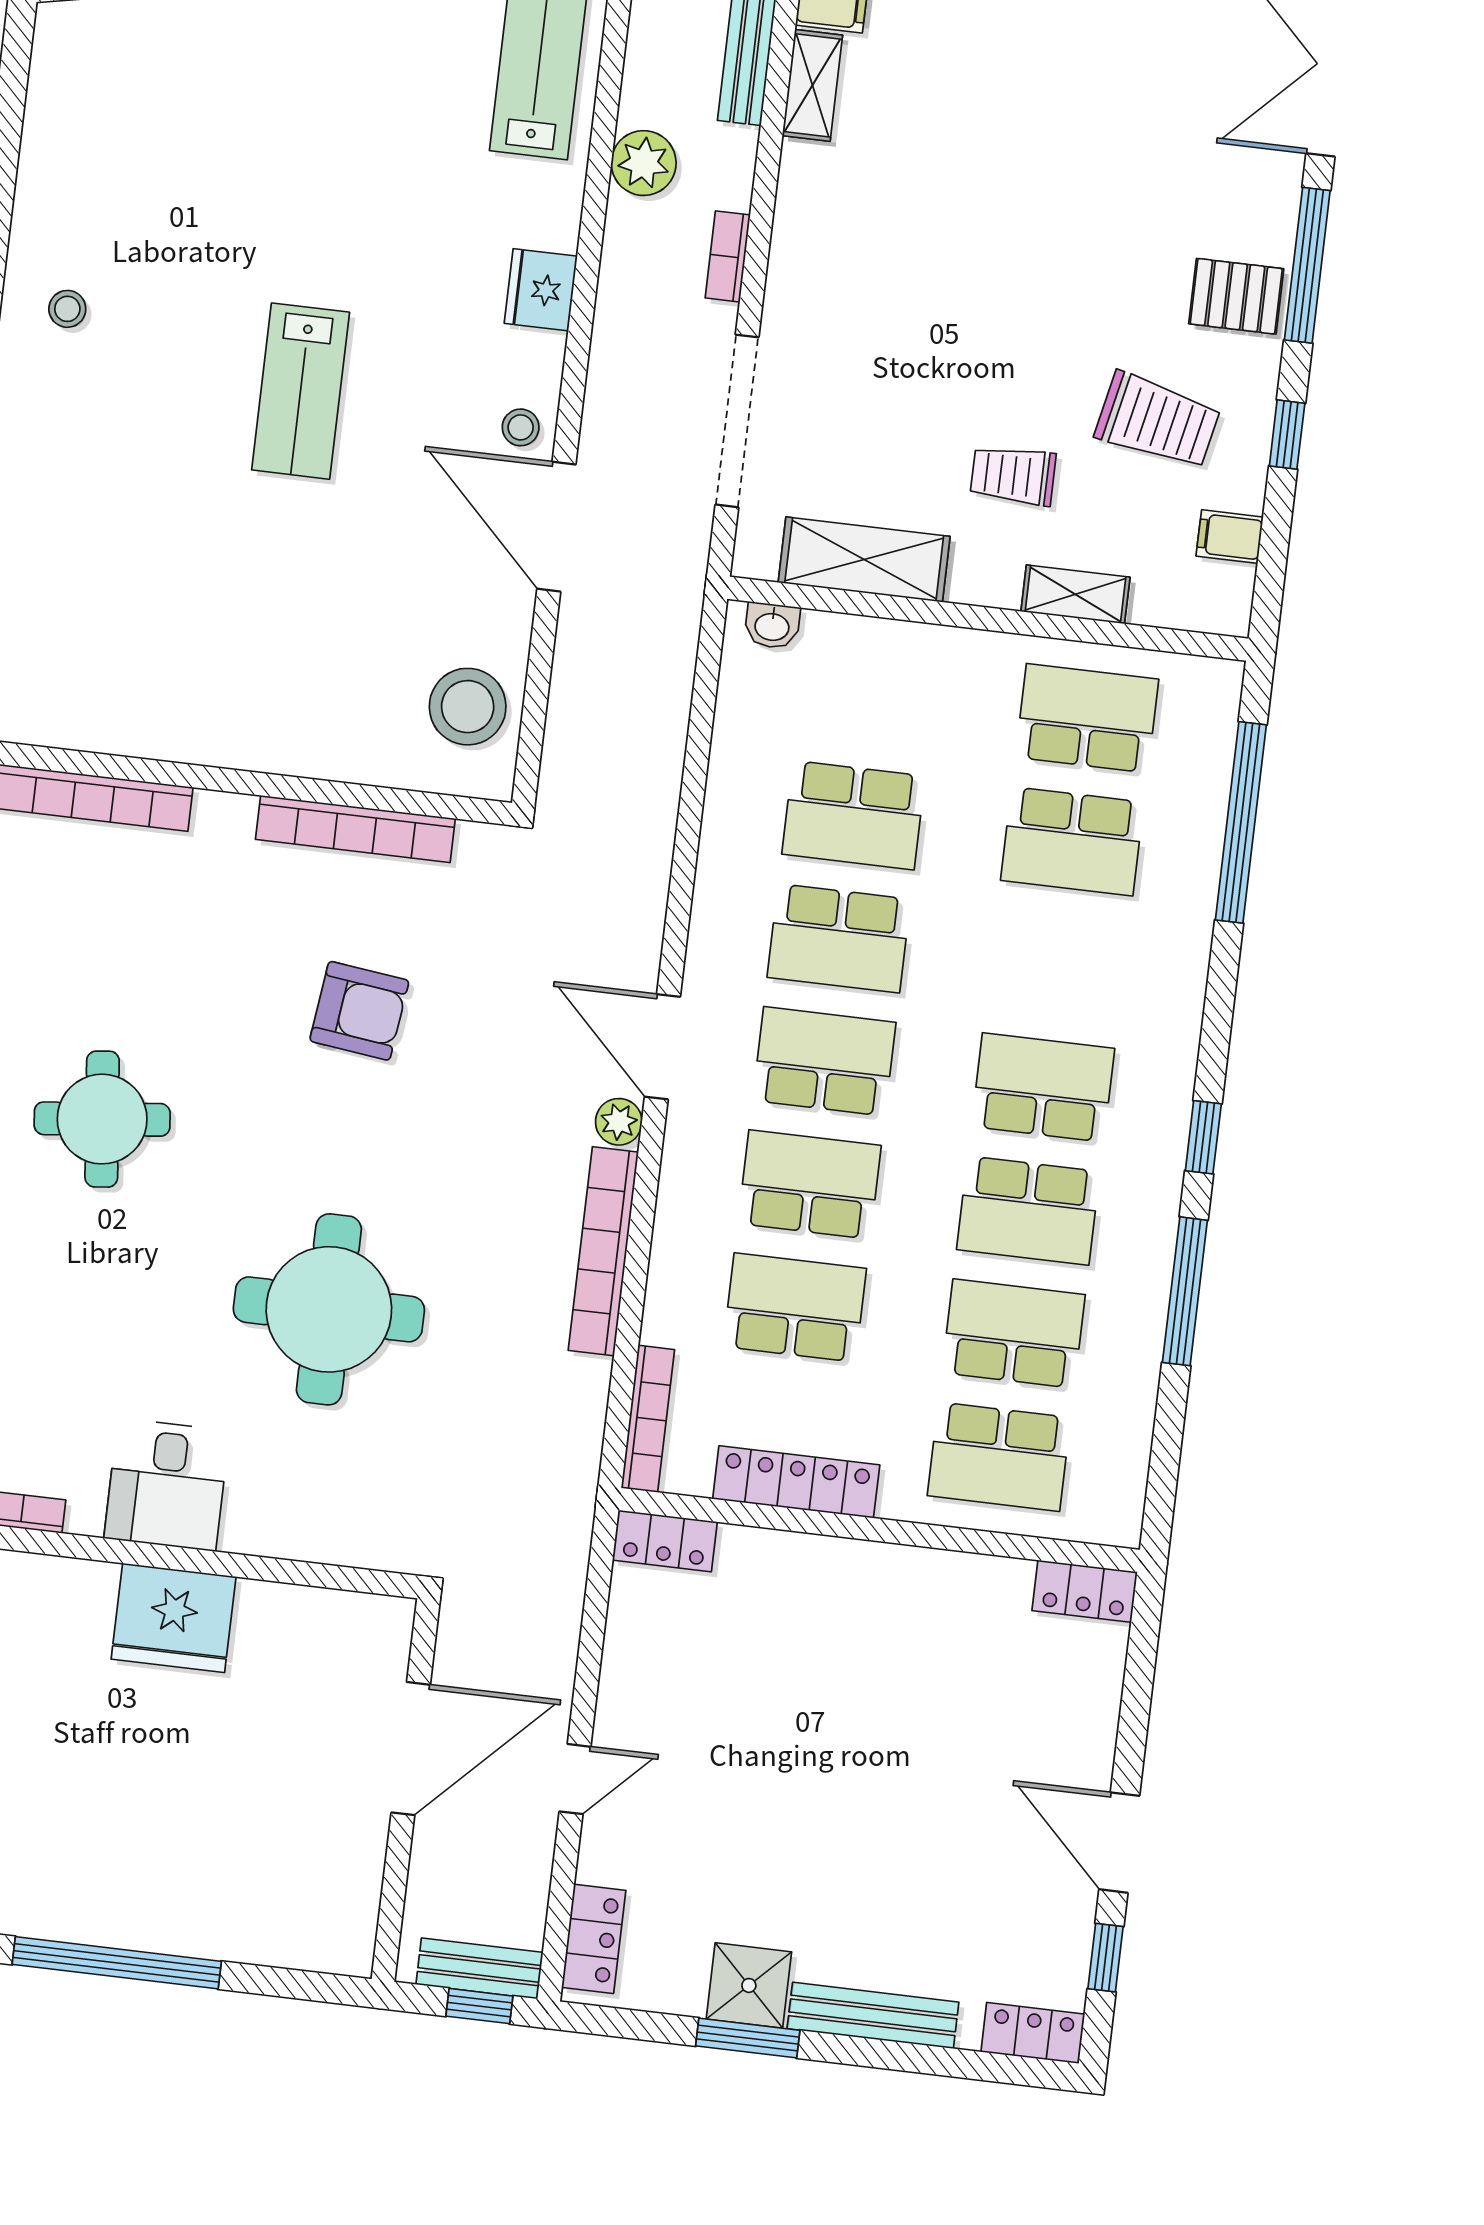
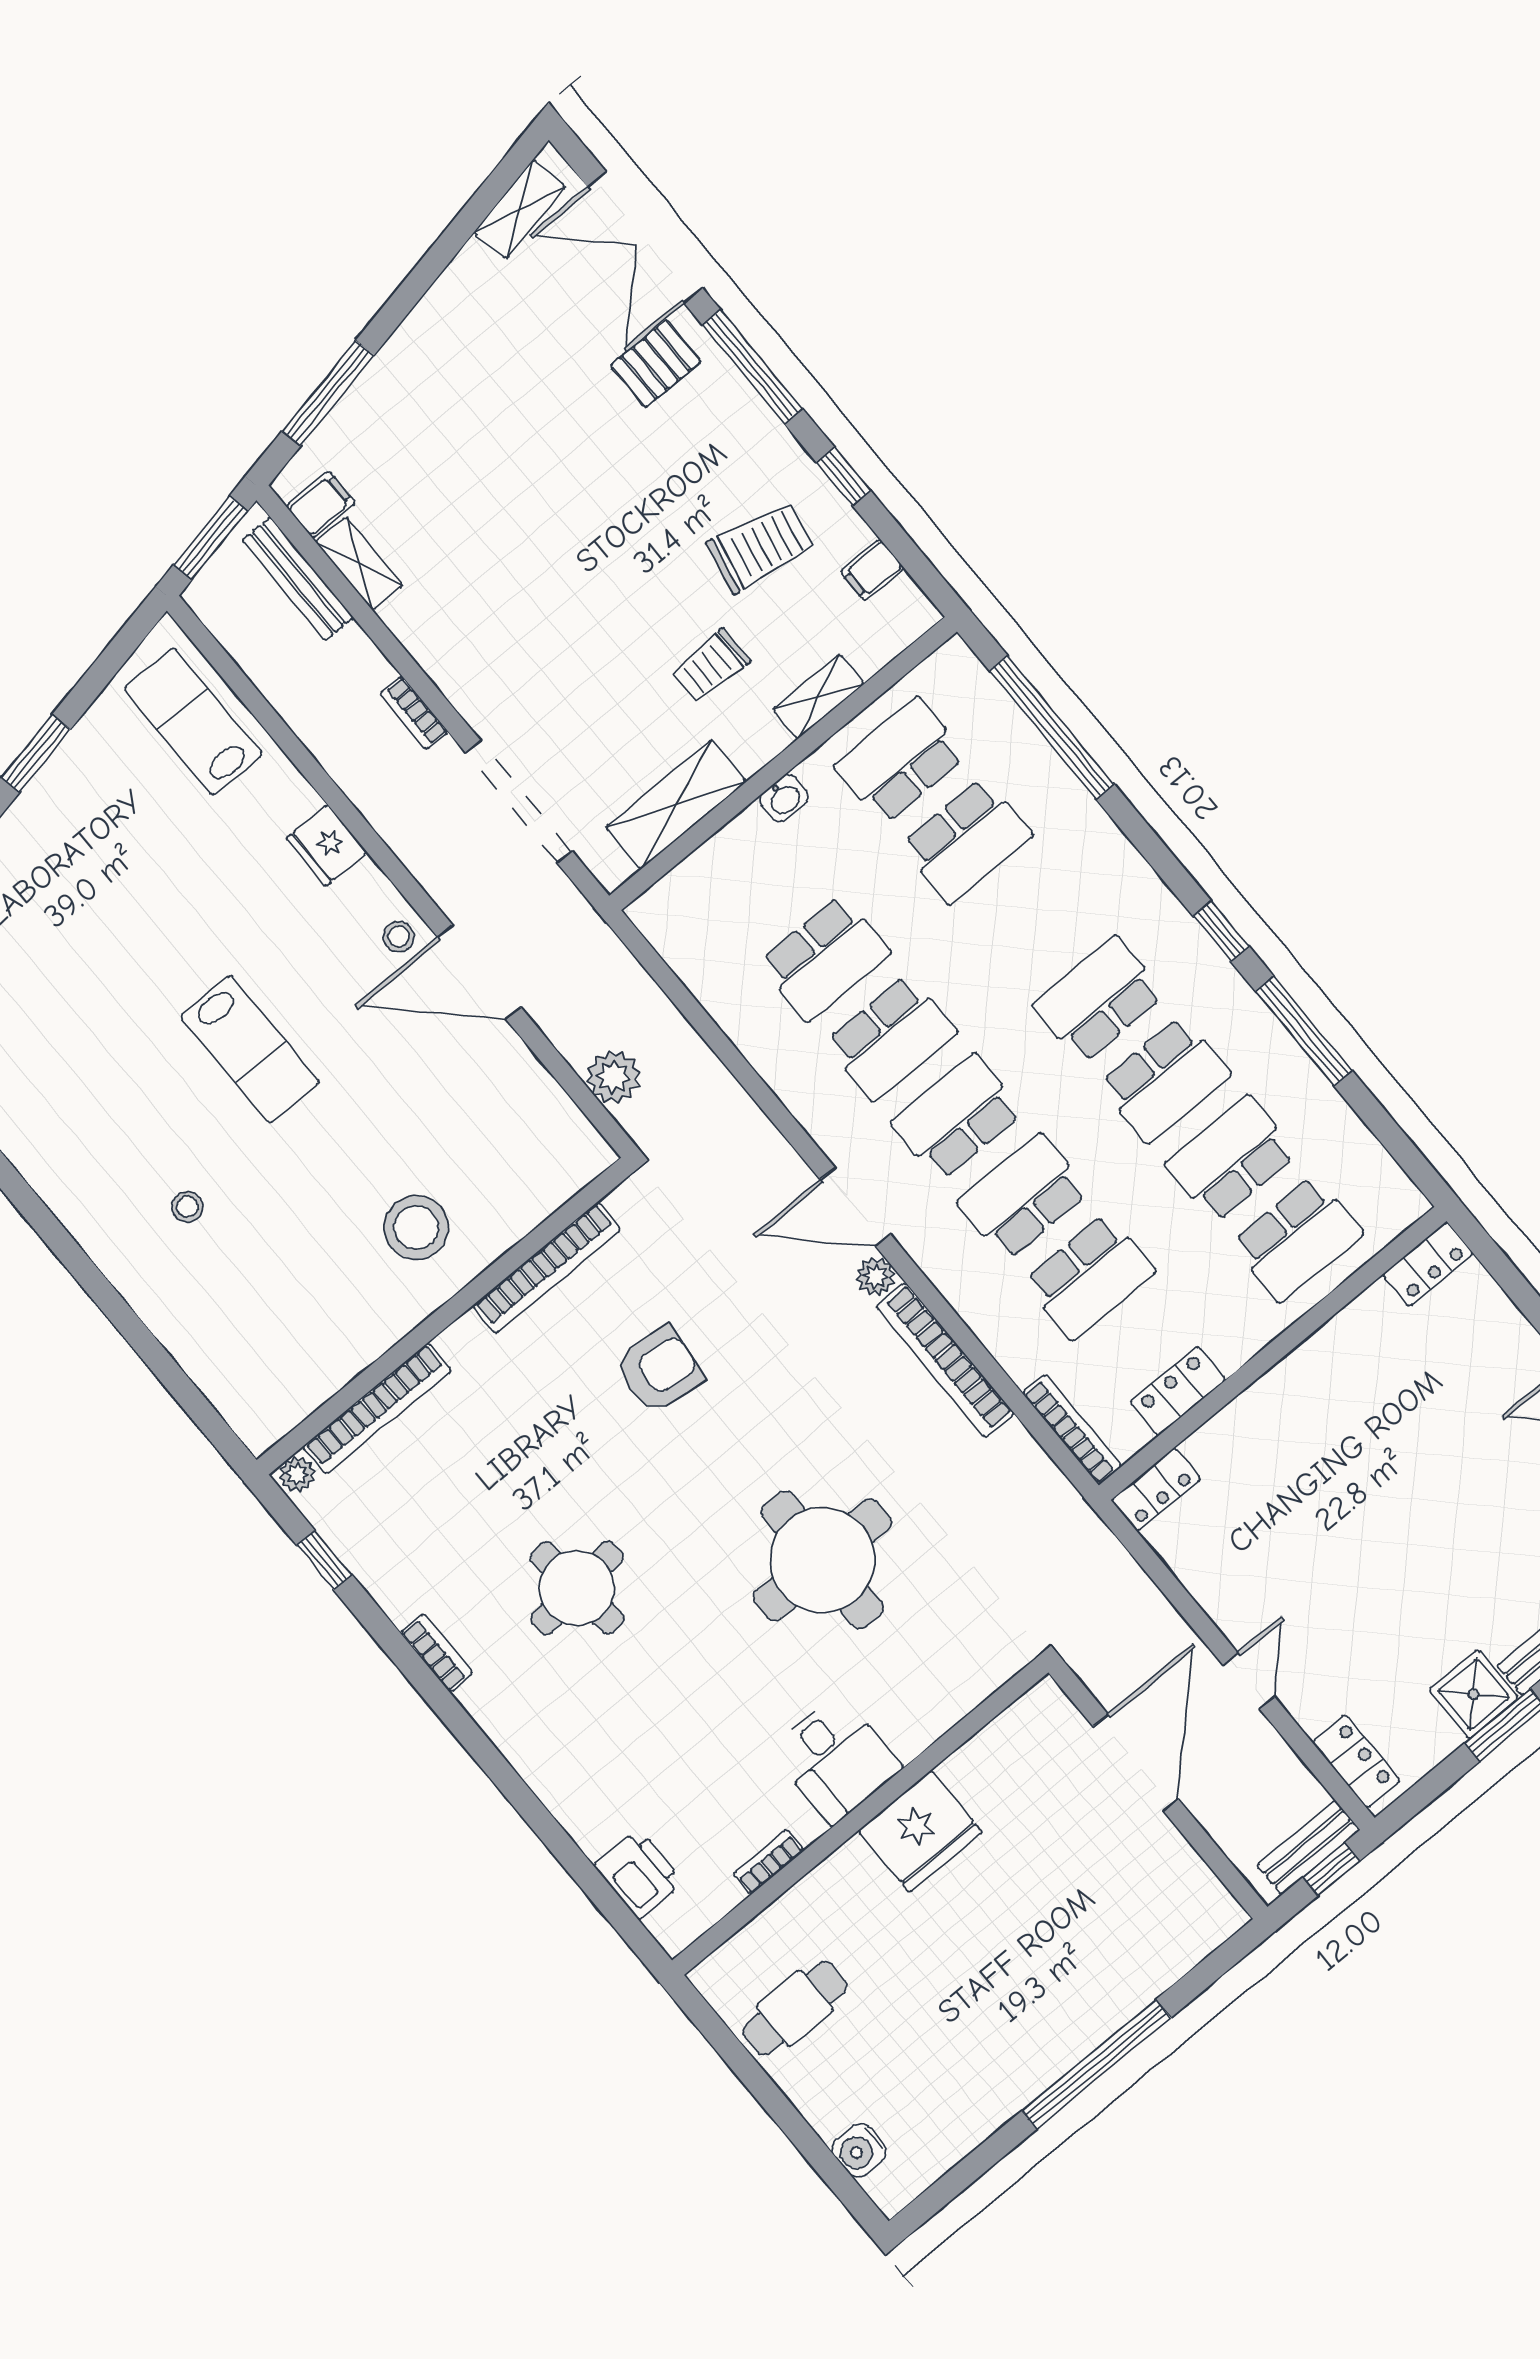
plant: (644, 163) -> (613, 1077), moved
pallet: (1236, 296) -> (656, 363), moved
stool: (67, 309) -> (187, 1207), moved
washbasin: (772, 626) -> (784, 798), moved
stool: (468, 707) -> (416, 1228), moved
school desk: (795, 1308) -> (1089, 1277), turned 180
locker: (796, 1482) -> (1178, 1391), width x0.66

